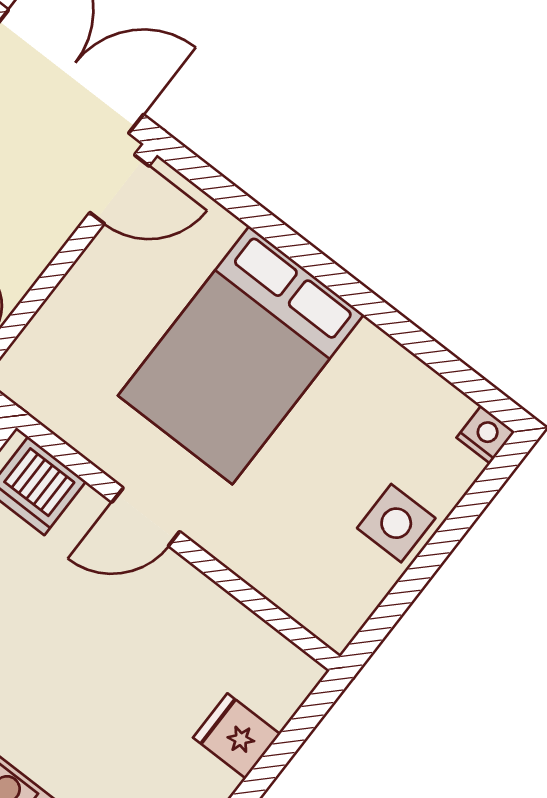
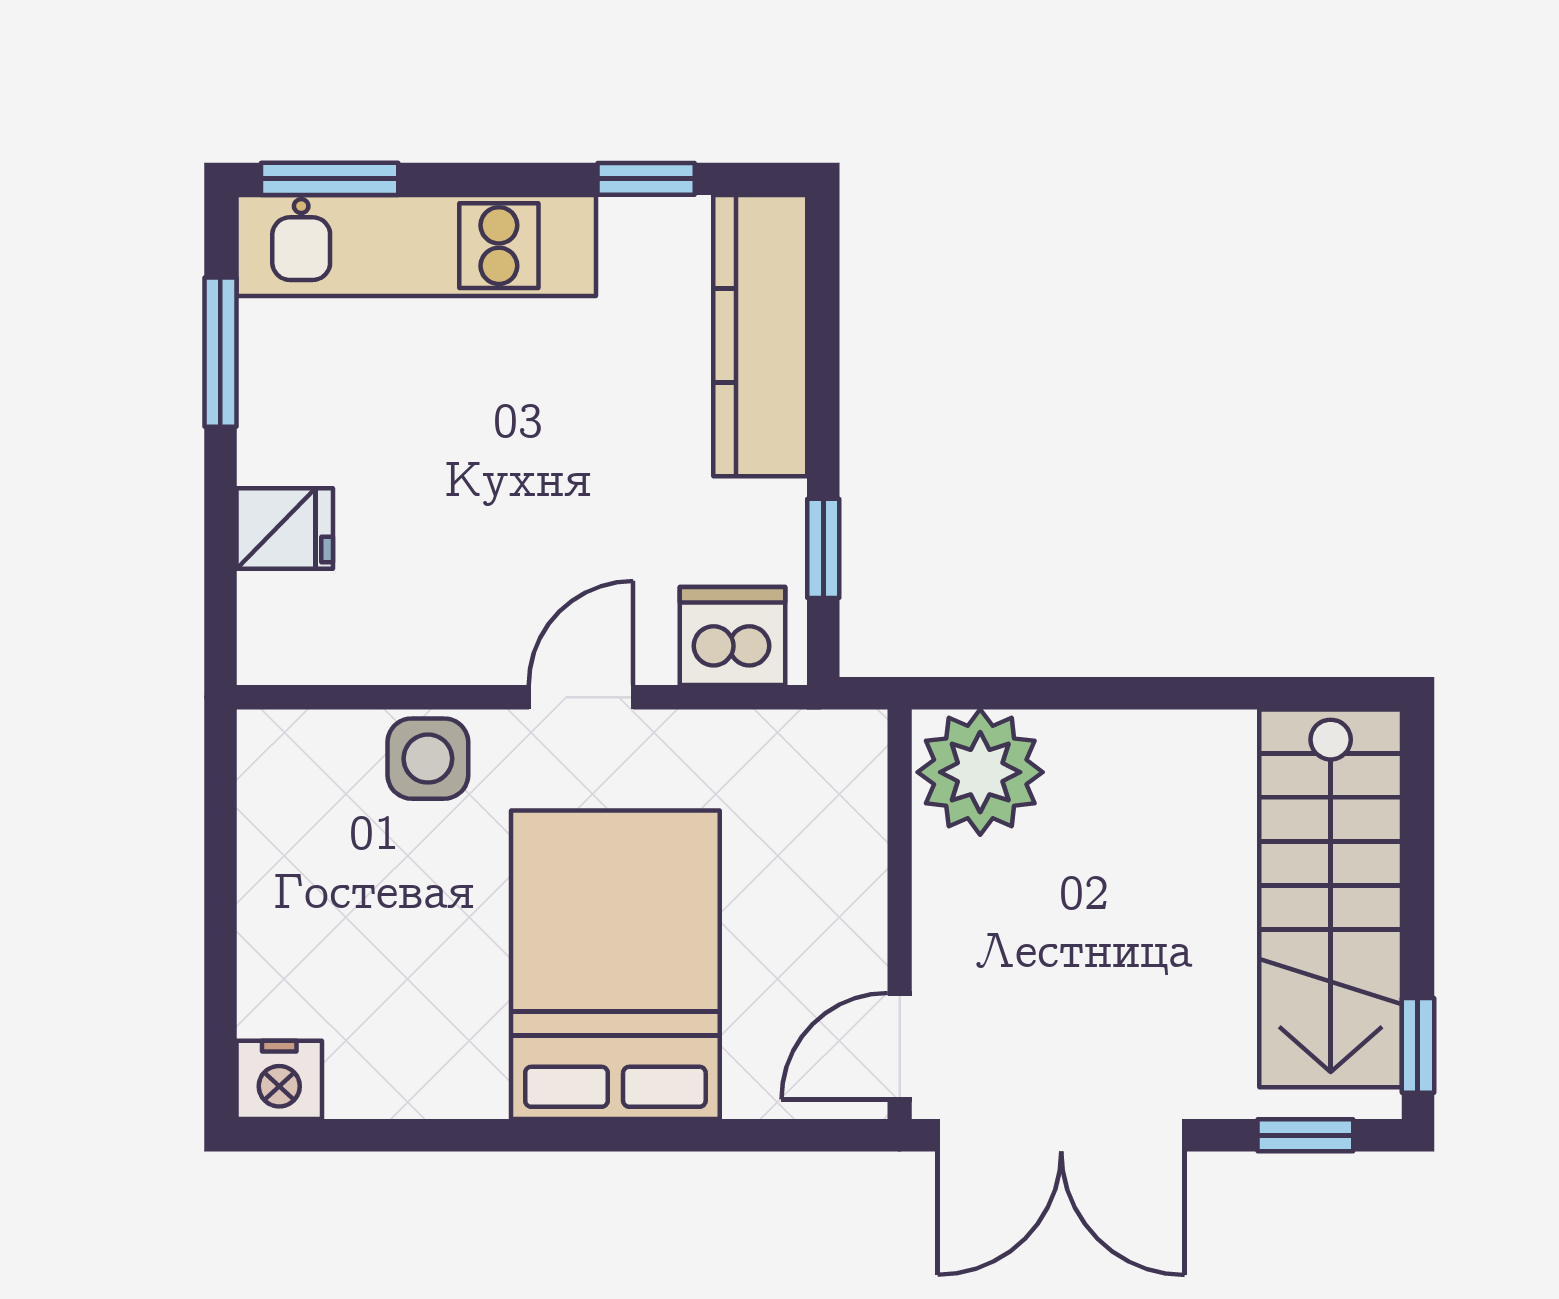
nightstand: (486, 435) -> (279, 1080), width x1.39, depth x1.35
side table: (396, 523) -> (428, 759), moved

